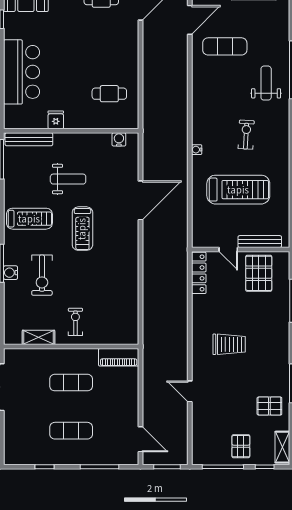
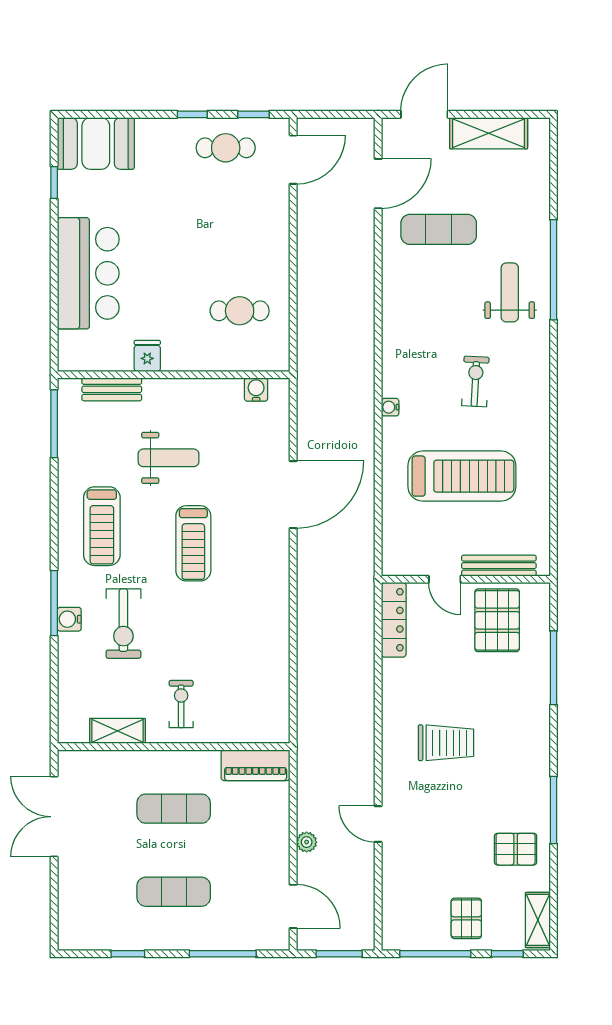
bench: (29, 139) -> (112, 389), width x0.73
treadmill: (29, 219) -> (102, 526), turned 90
plant: (148, 402) -> (307, 842), added

